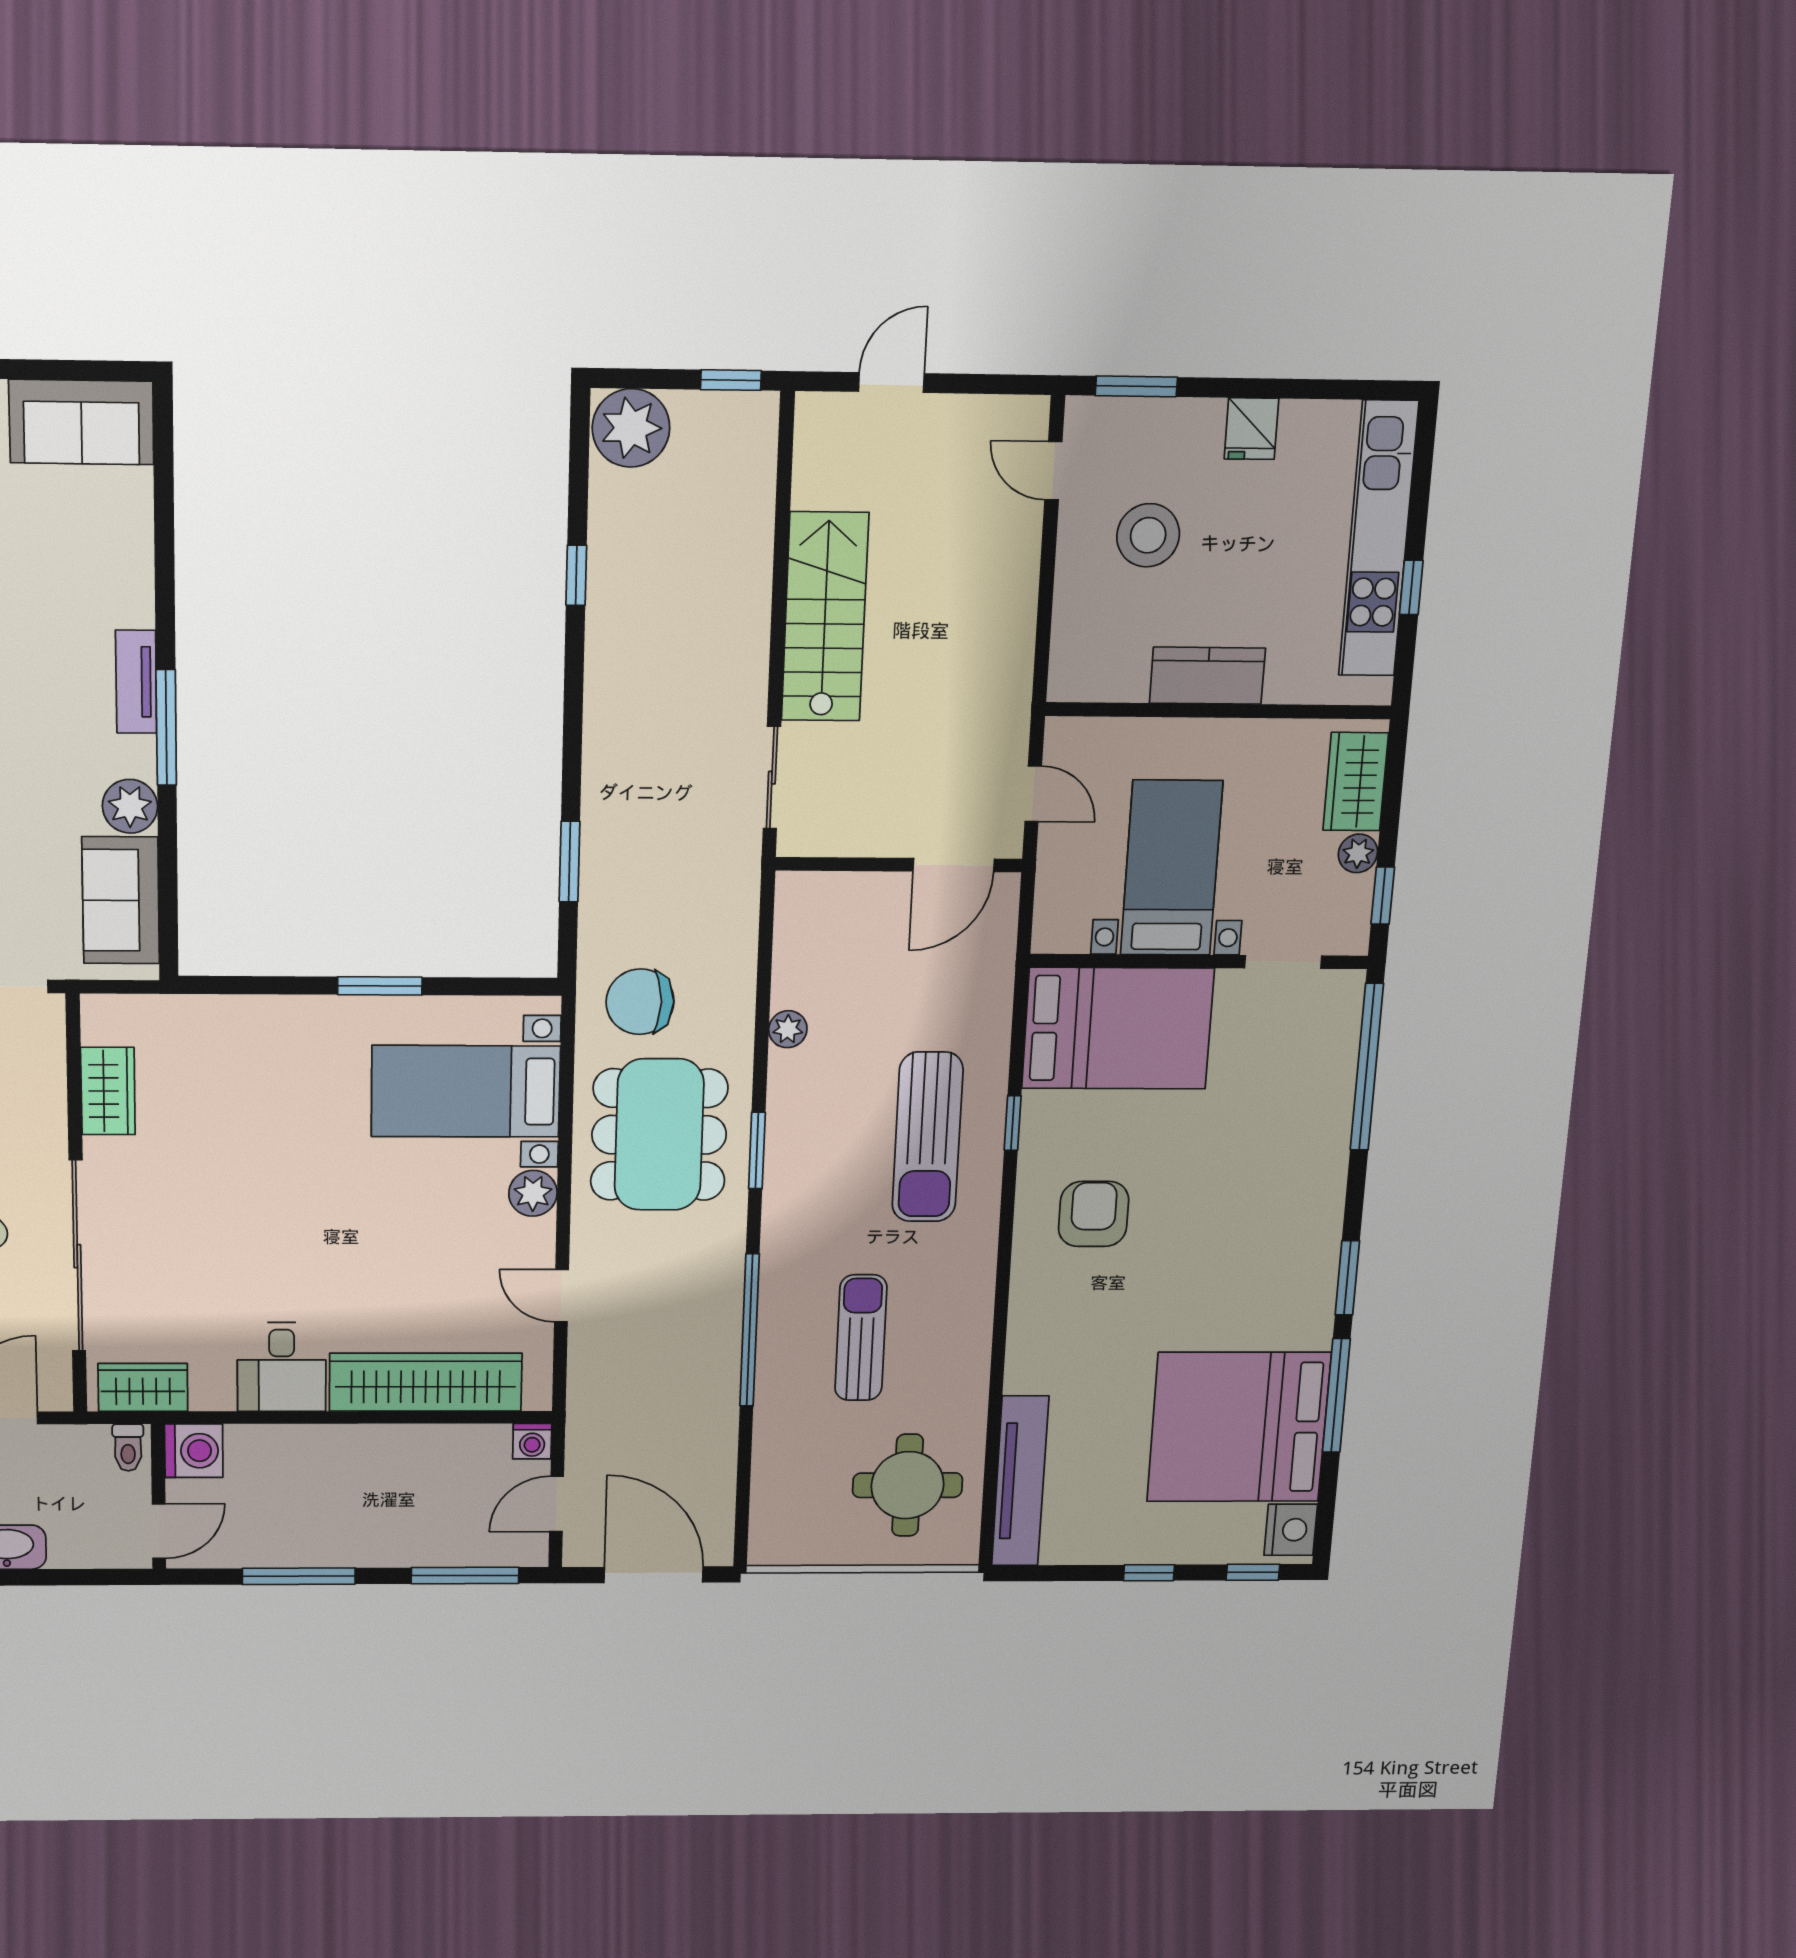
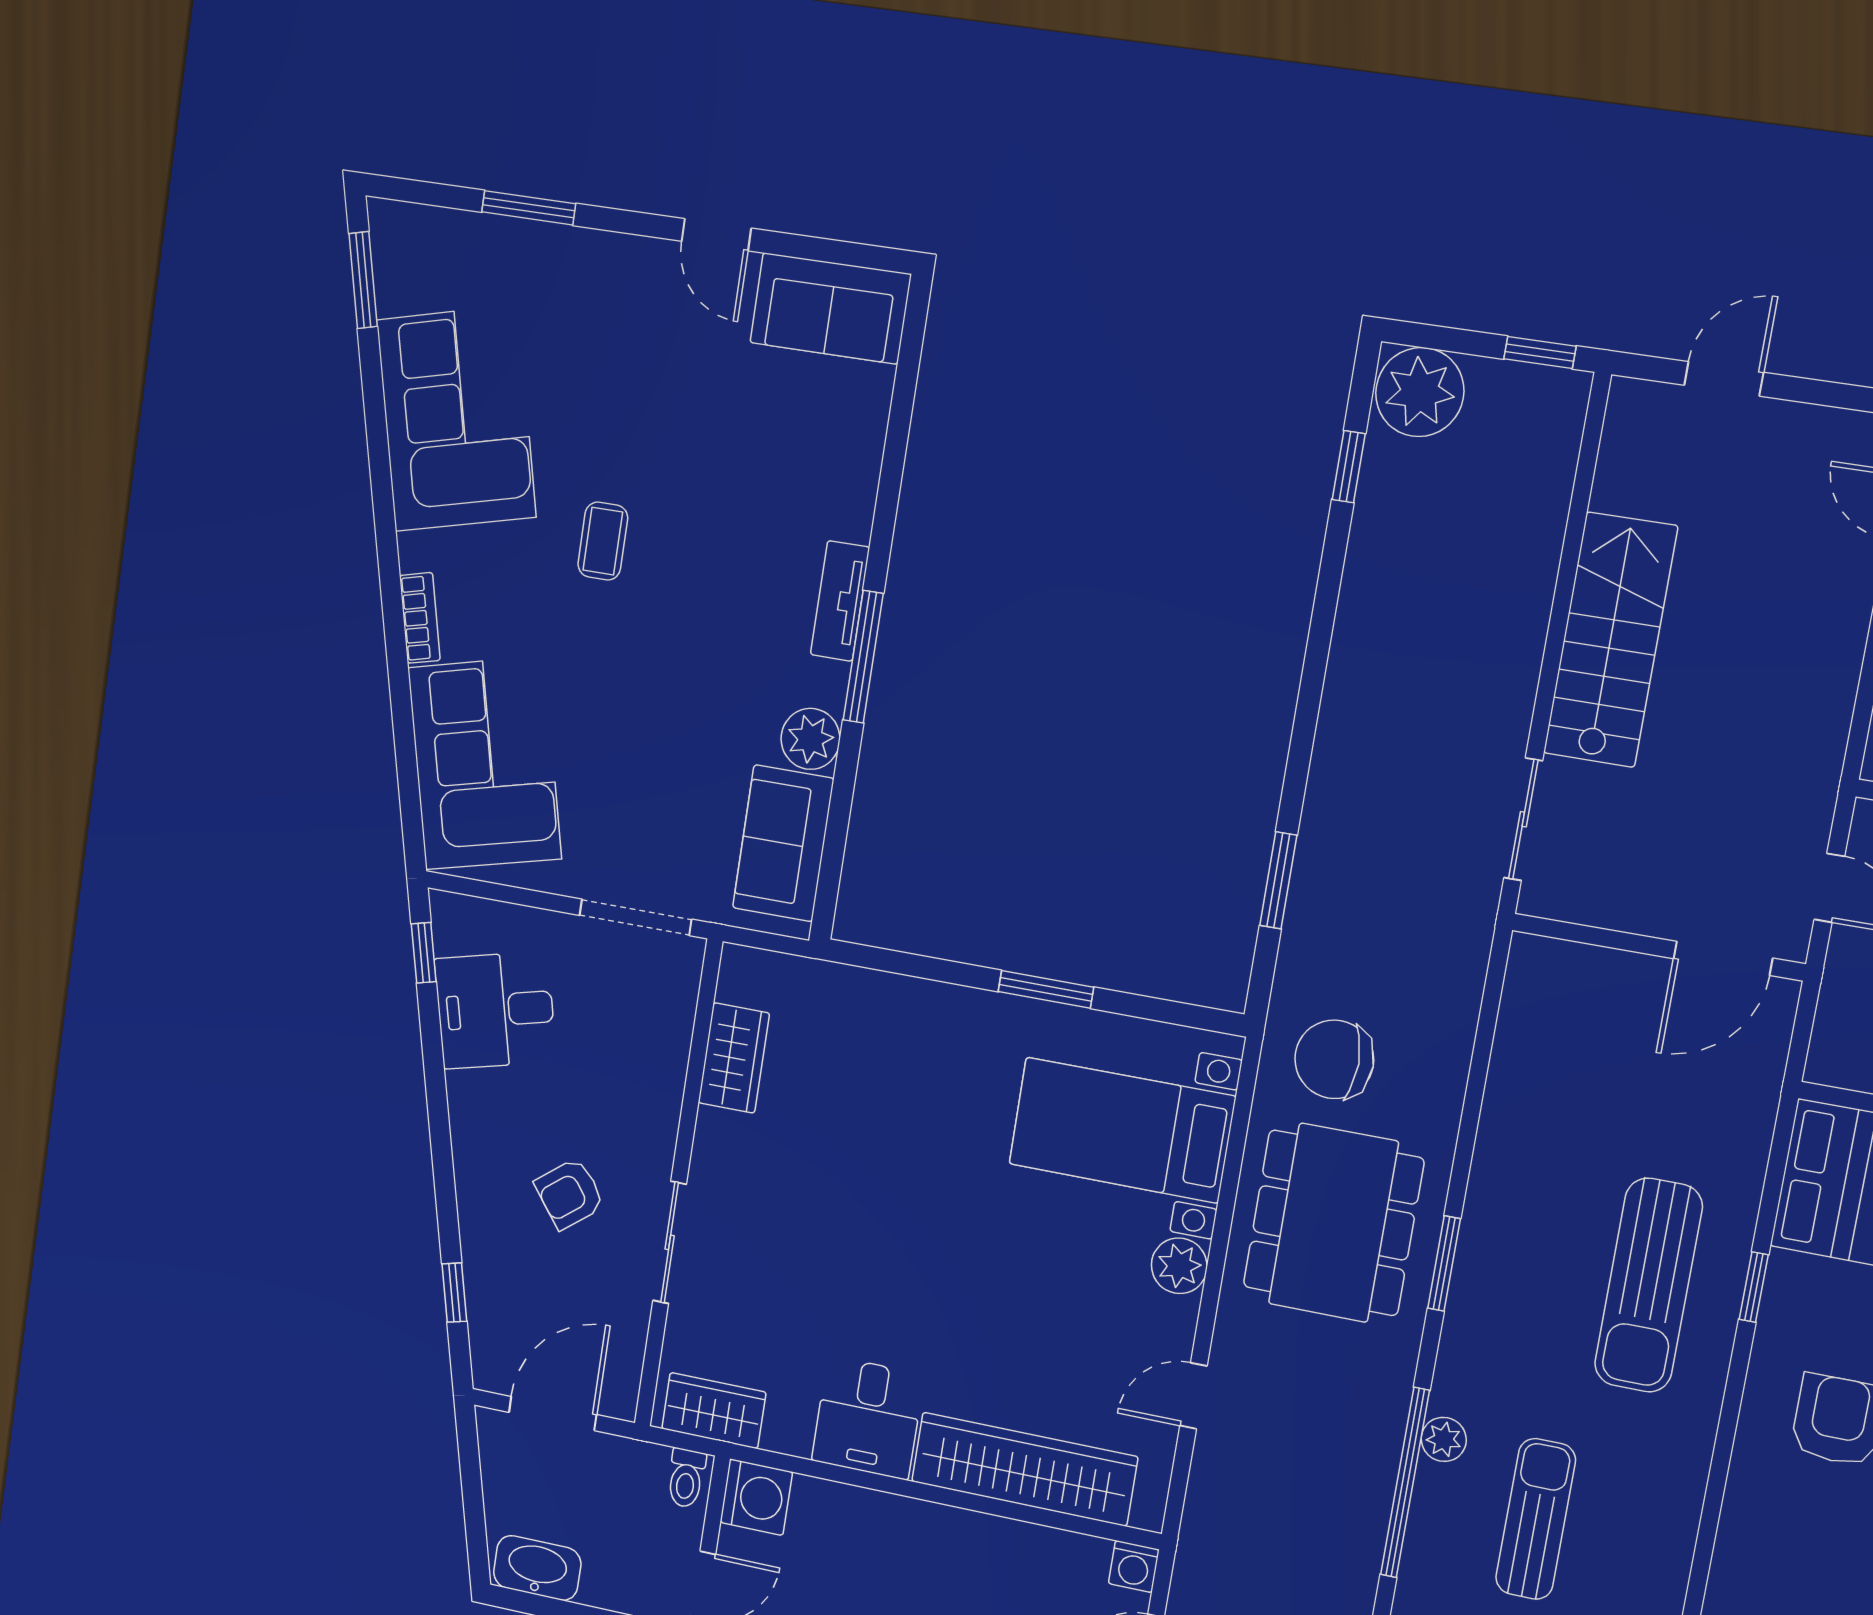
window: (576, 575) -> (1349, 467), moved
plant: (788, 1029) -> (1444, 1439), moved
sliding door: (77, 1256) -> (670, 1242), width x0.54
door: (562, 1296) -> (1193, 1396), hinge flipped

